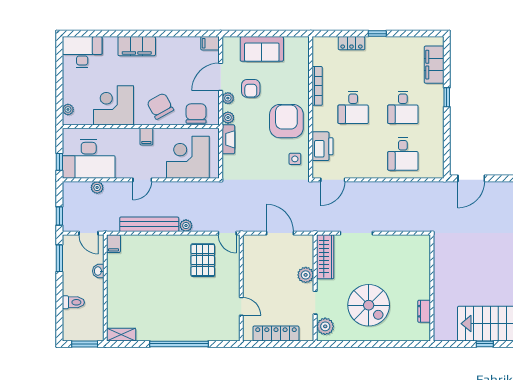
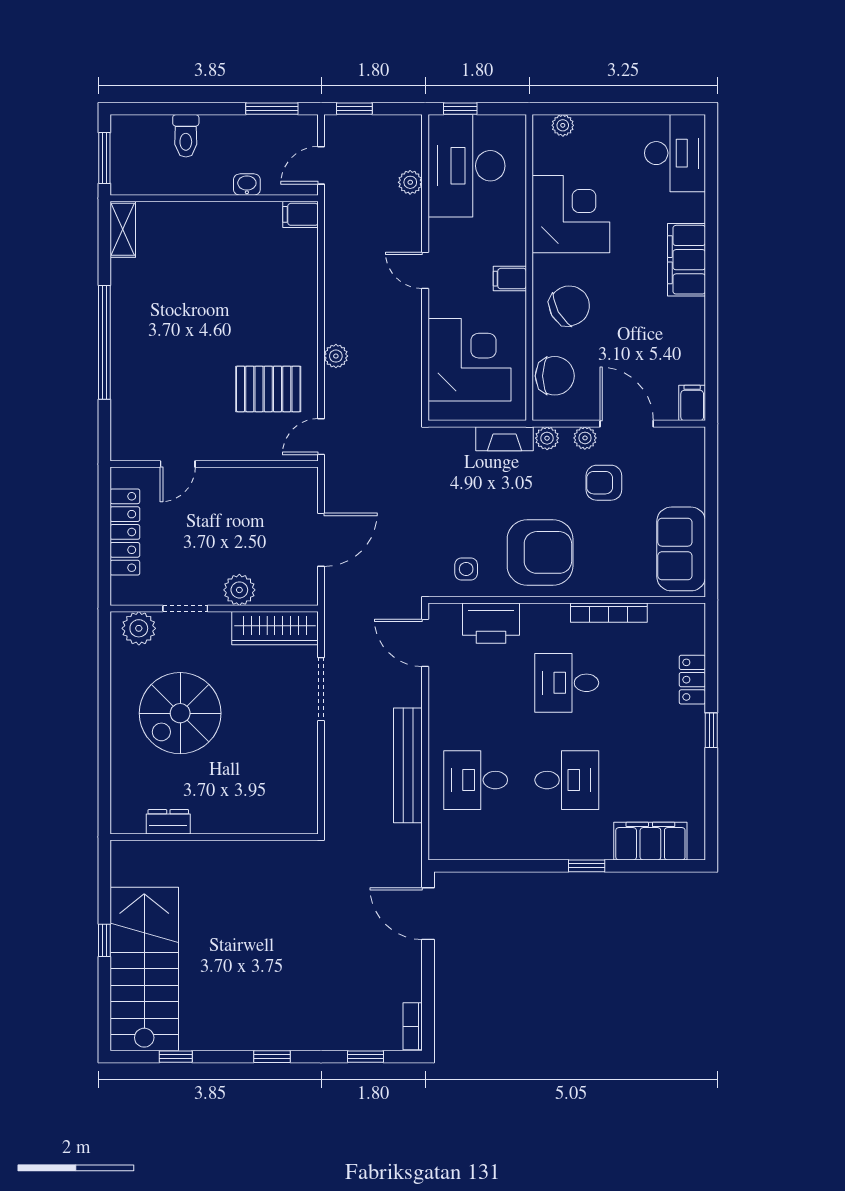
sofa: (262, 49) -> (681, 549), moved
desk: (403, 107) -> (567, 780), turned 180
bench: (149, 224) -> (408, 765), moved

